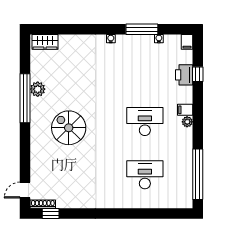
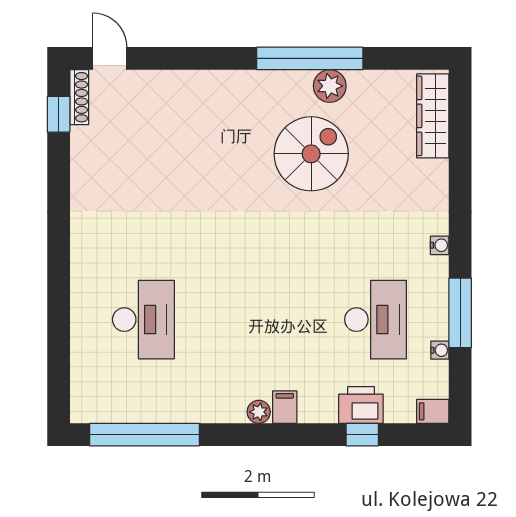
wardrobe: (45, 42) -> (433, 116), width x1.50
desk: (145, 121) -> (376, 320), moved
spiral stairs: (69, 128) -> (311, 154), moved

